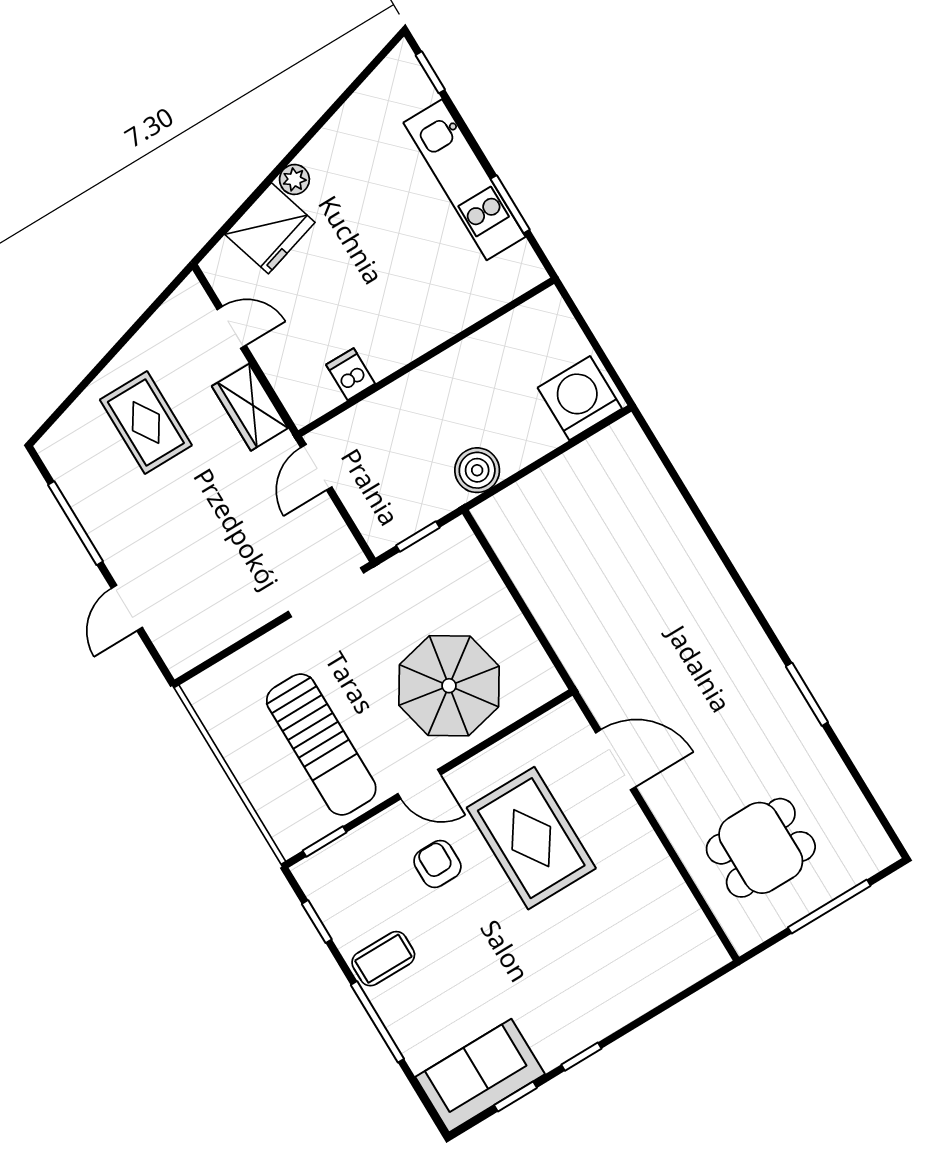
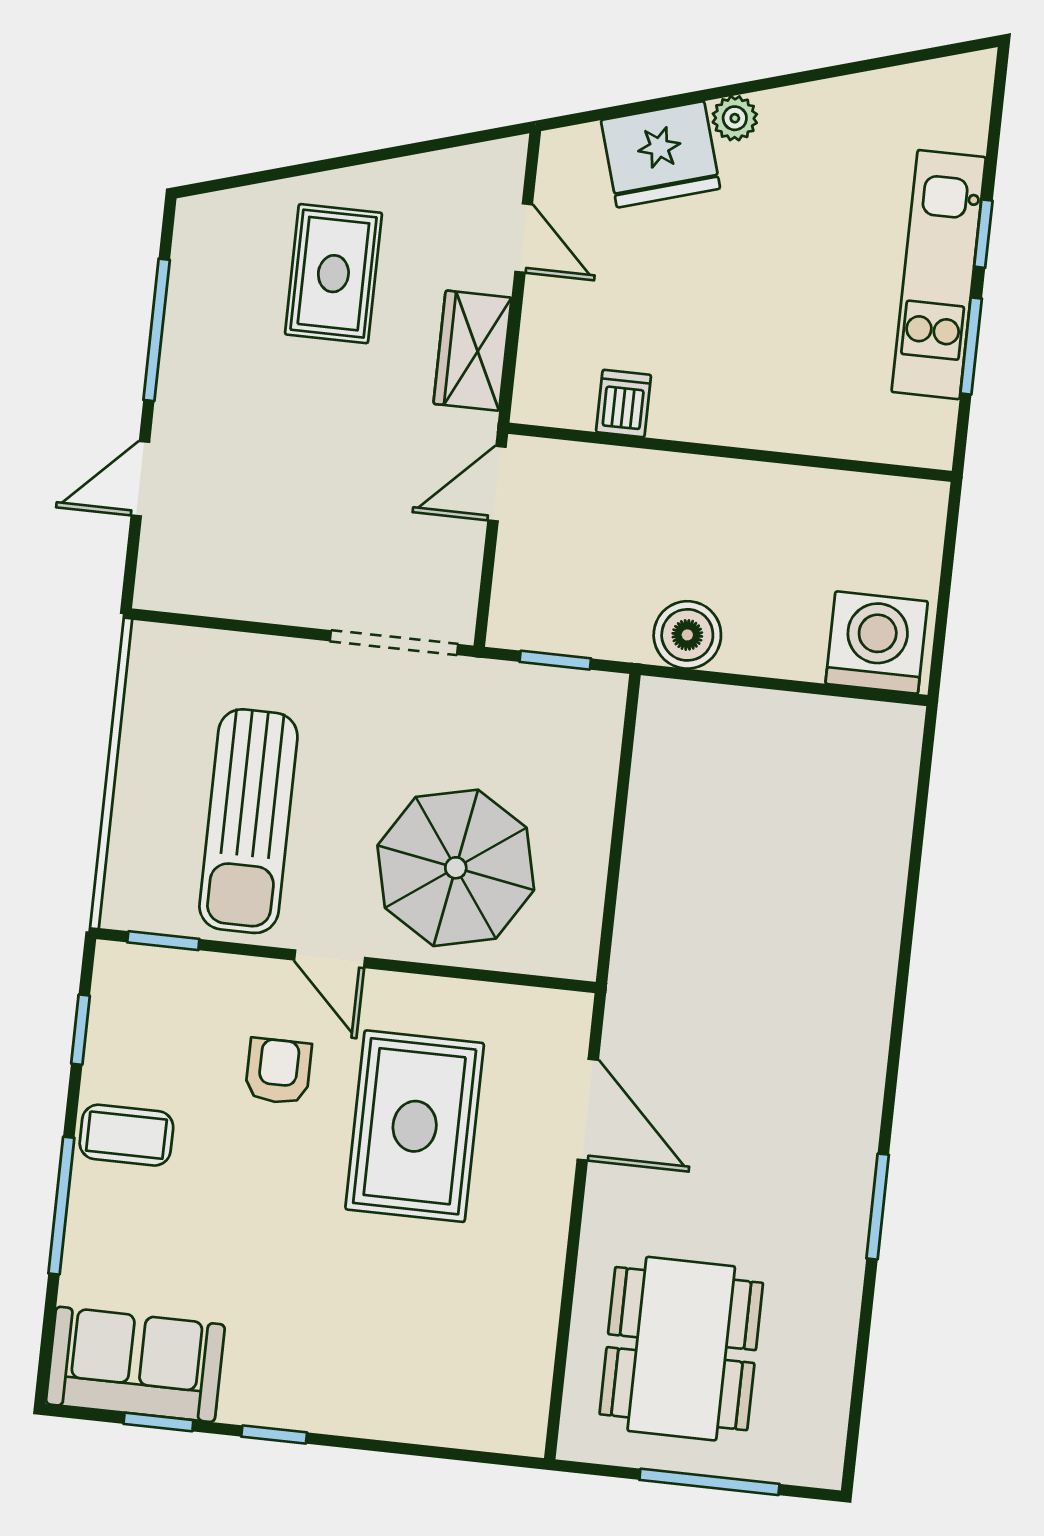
window: (430, 72) -> (983, 234), moved
dining table: (761, 848) -> (681, 1349), width x1.38

